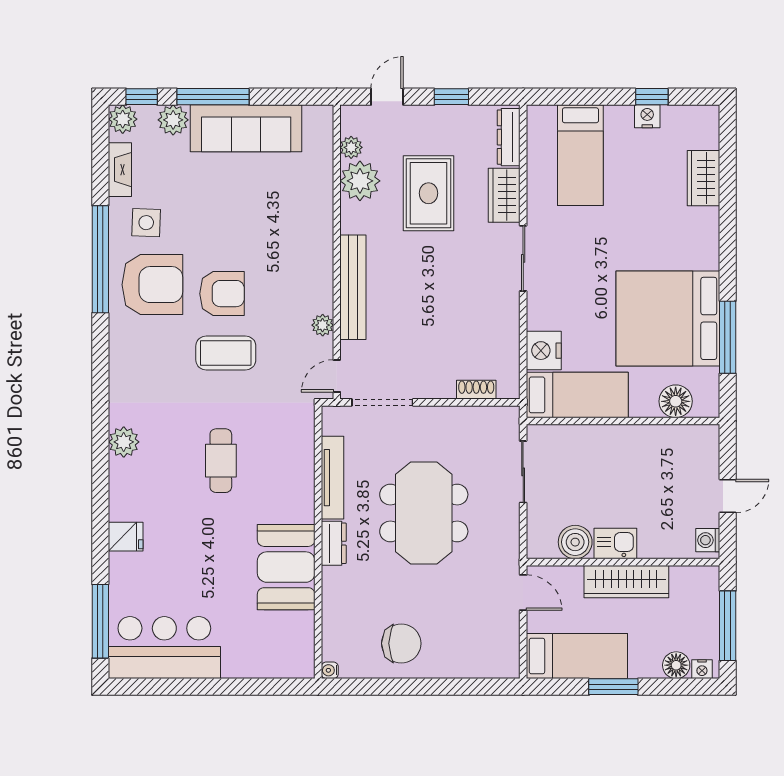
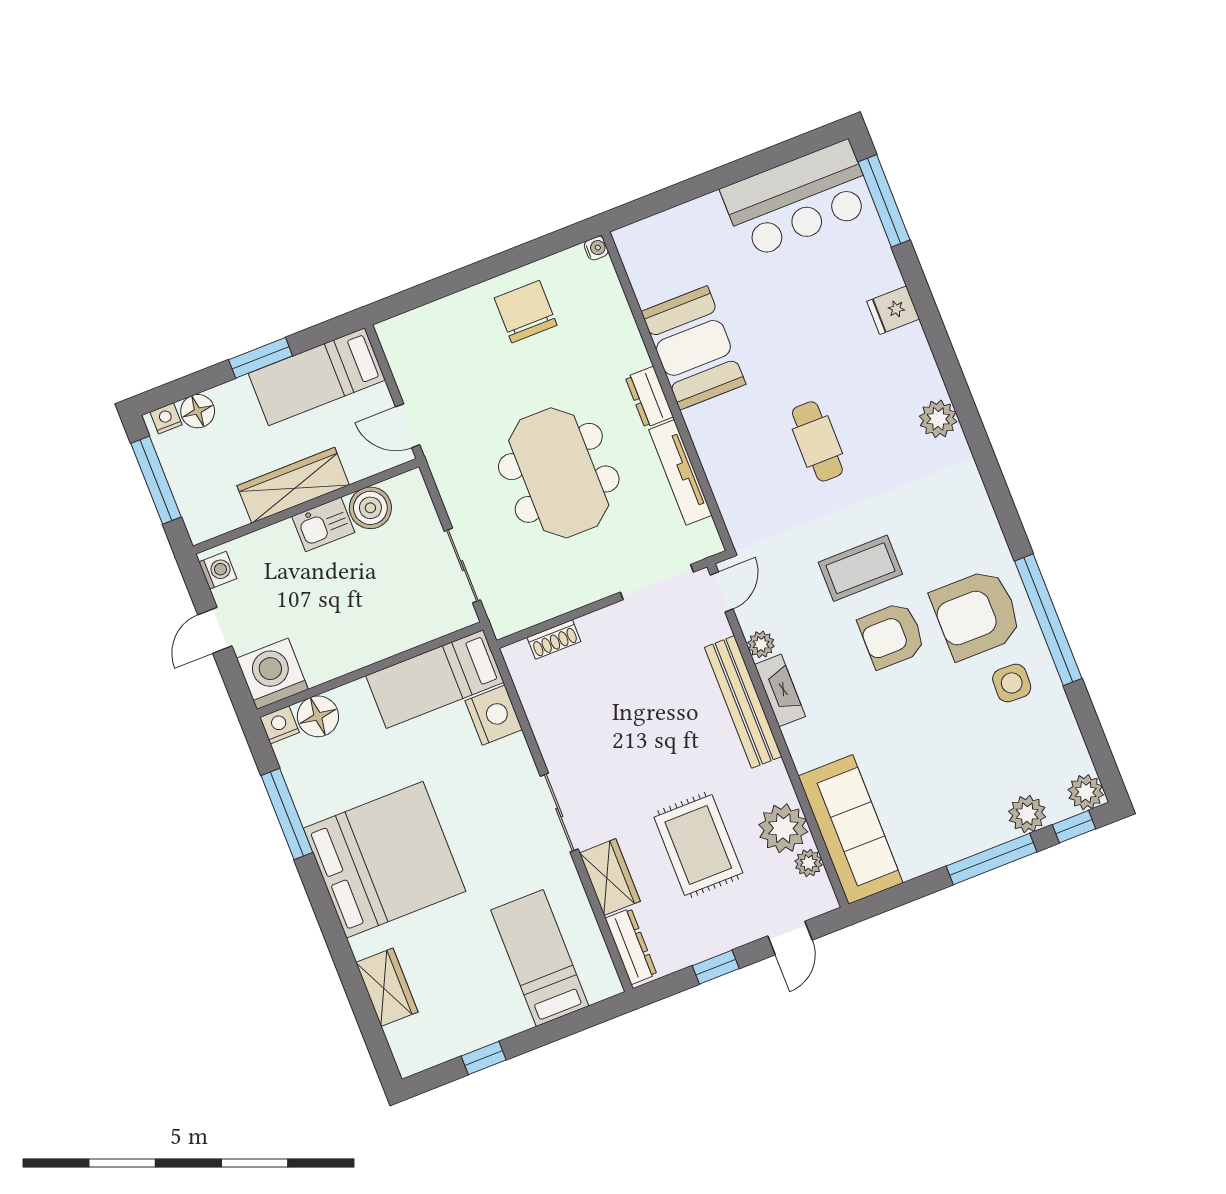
nightstand: (647, 116) -> (280, 725), moved, turned 180
sofa: (246, 128) -> (850, 829), moved, turned 90
fireplace: (120, 170) -> (780, 690), moved, turned 180
bed: (668, 318) -> (384, 860), moved
washing machine: (697, 447) -> (272, 674), added
chair: (401, 643) -> (526, 312), turned 90

